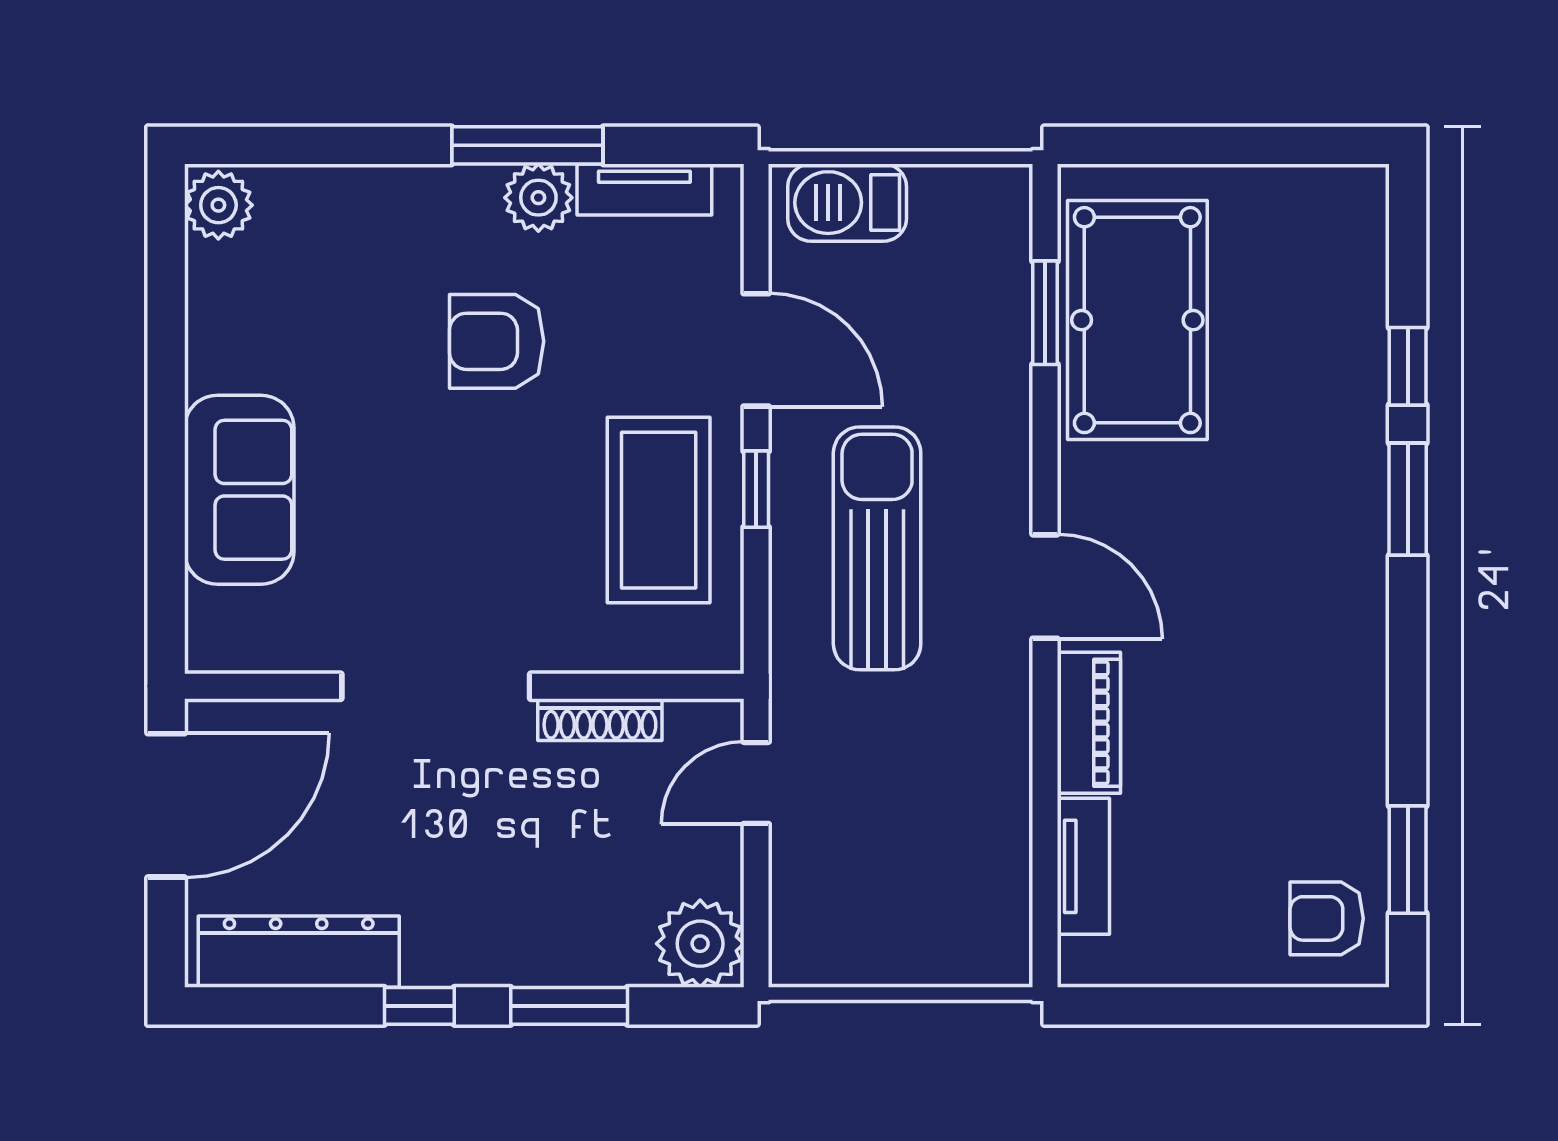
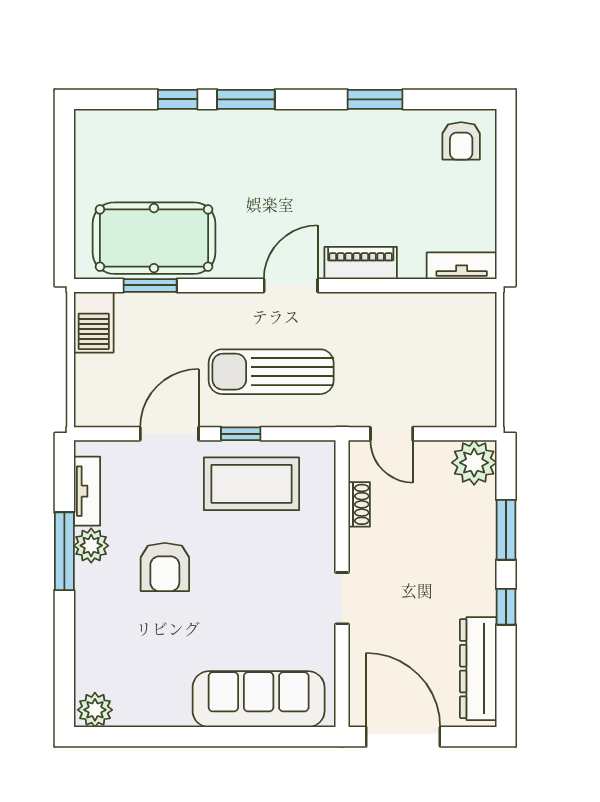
barbecue: (847, 203) -> (94, 322), moved
sofa: (239, 490) -> (259, 699), width x1.36
doorway: (436, 686) -> (342, 598), width x0.53
shoe rack: (600, 720) -> (359, 504), width x0.70
window: (1408, 860) -> (375, 99), moved
tv unit: (1083, 866) -> (462, 266), moved

